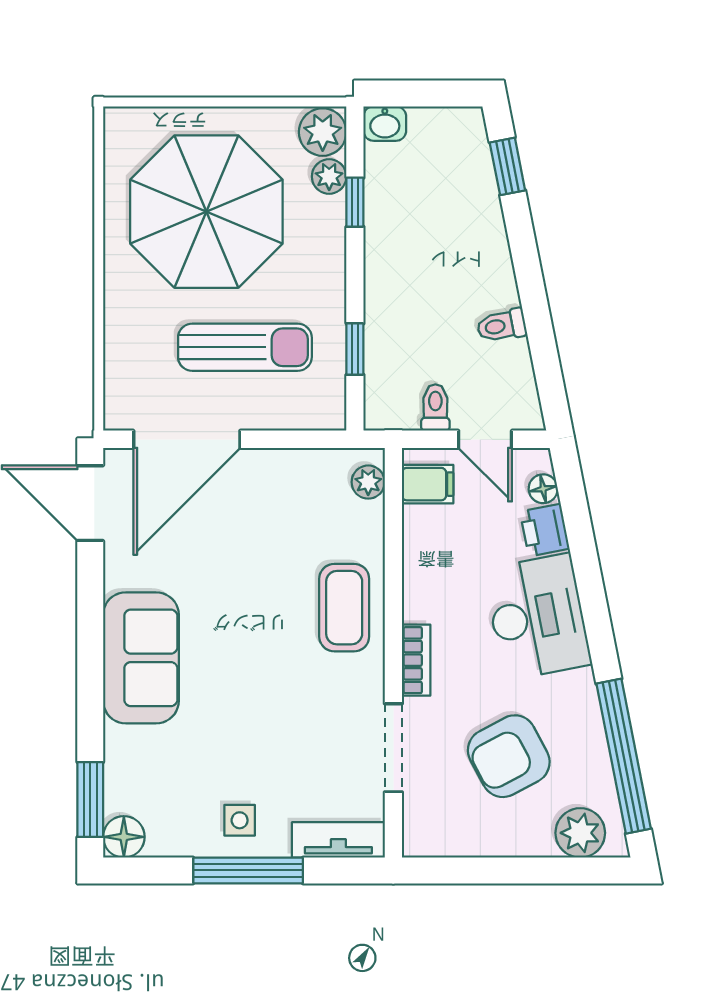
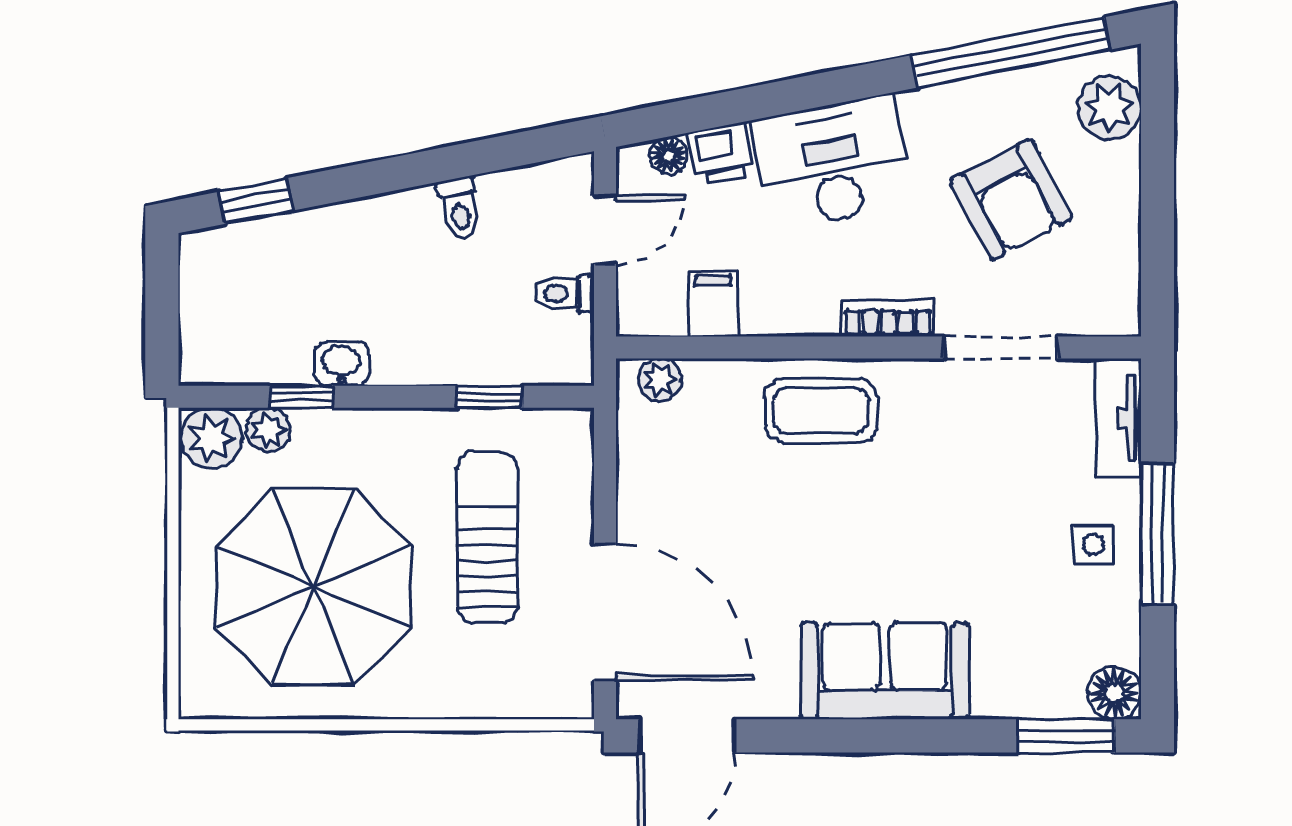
washbasin: (385, 124) -> (342, 364), moved, turned -90
filing cabinet: (428, 484) -> (713, 304), moved

